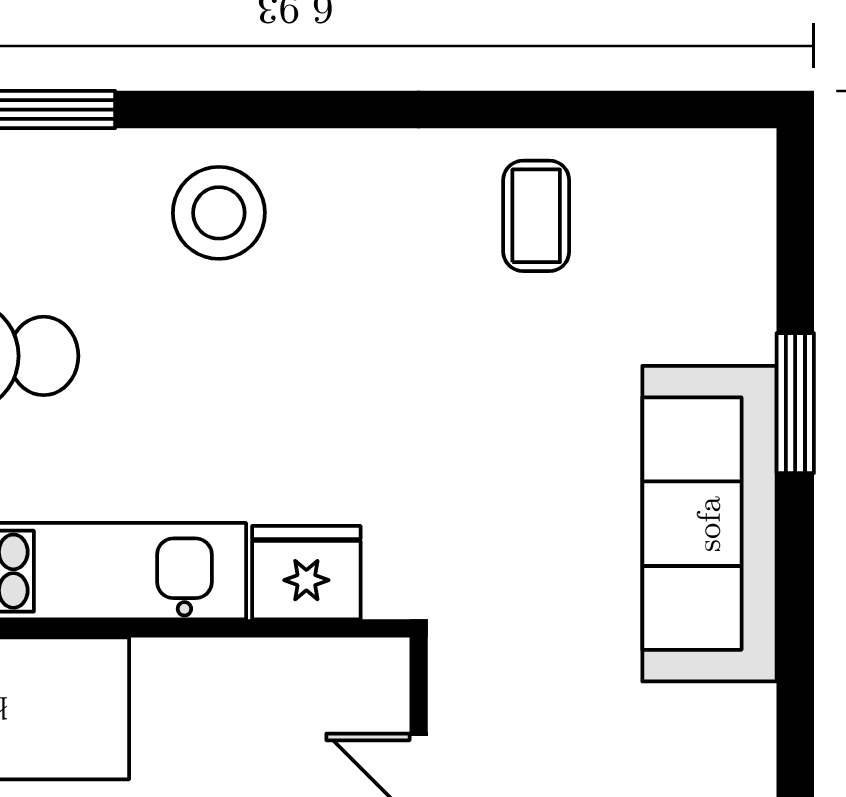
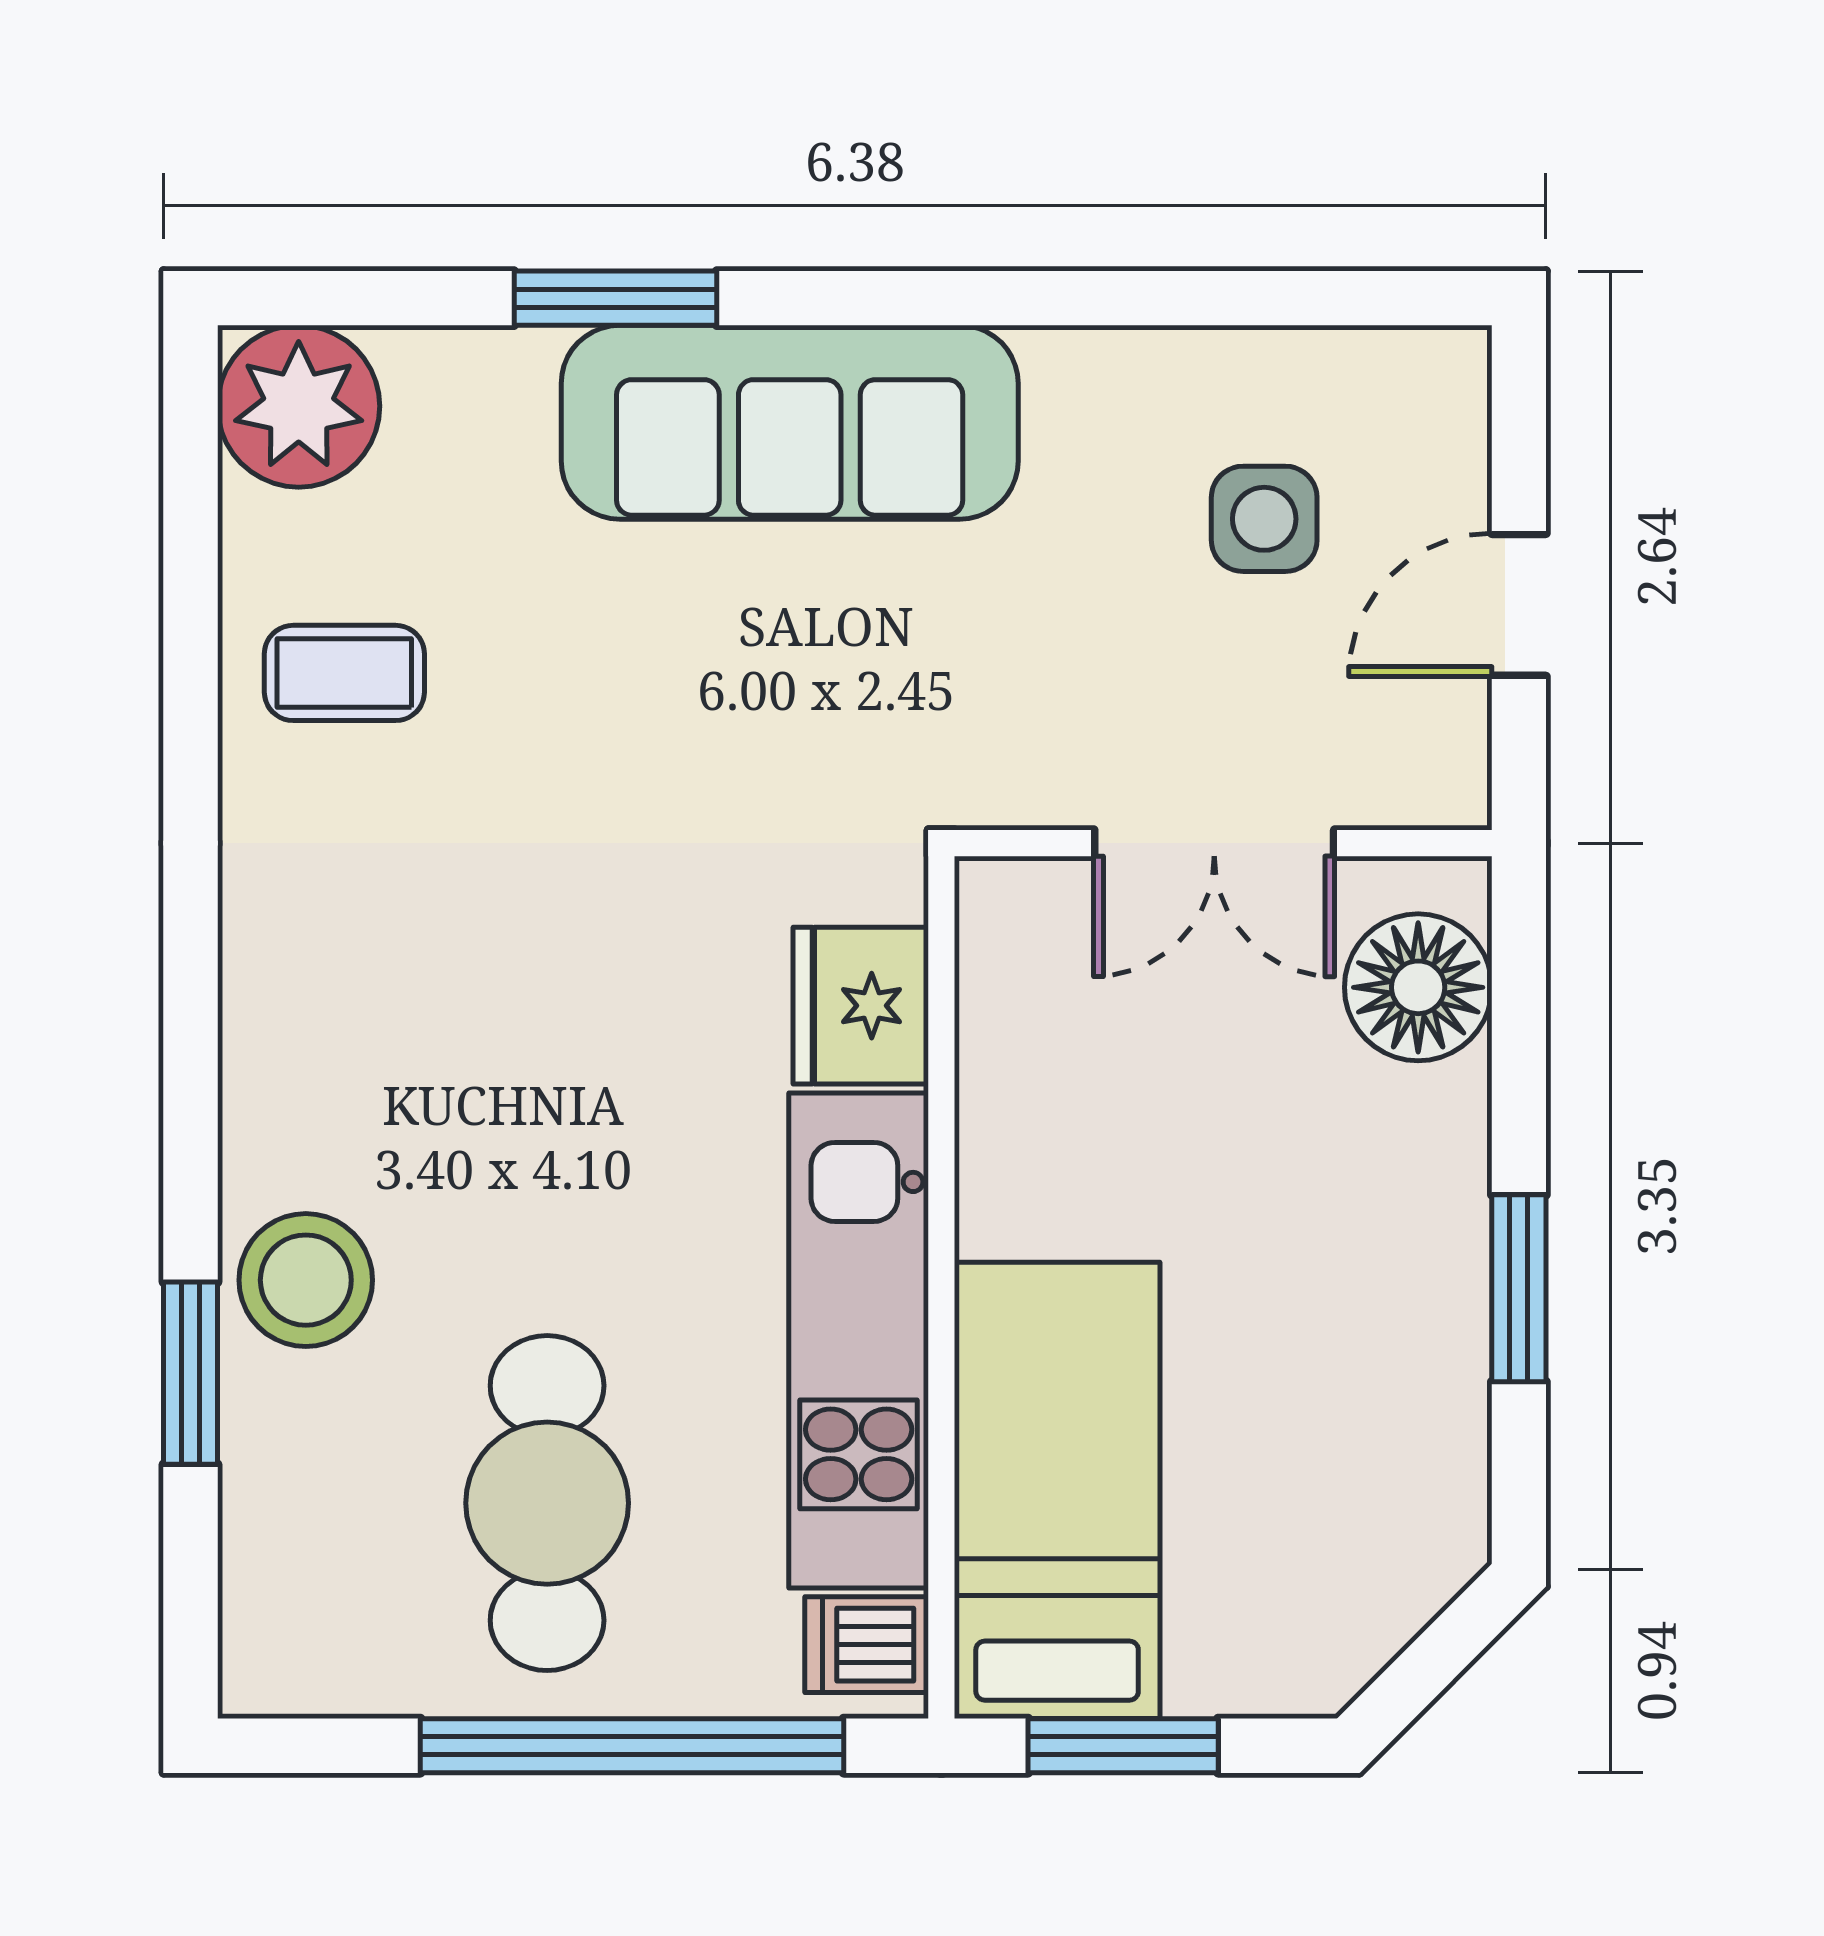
plant: (721, 184) -> (299, 406), added
stool: (219, 213) -> (306, 1280), moved

